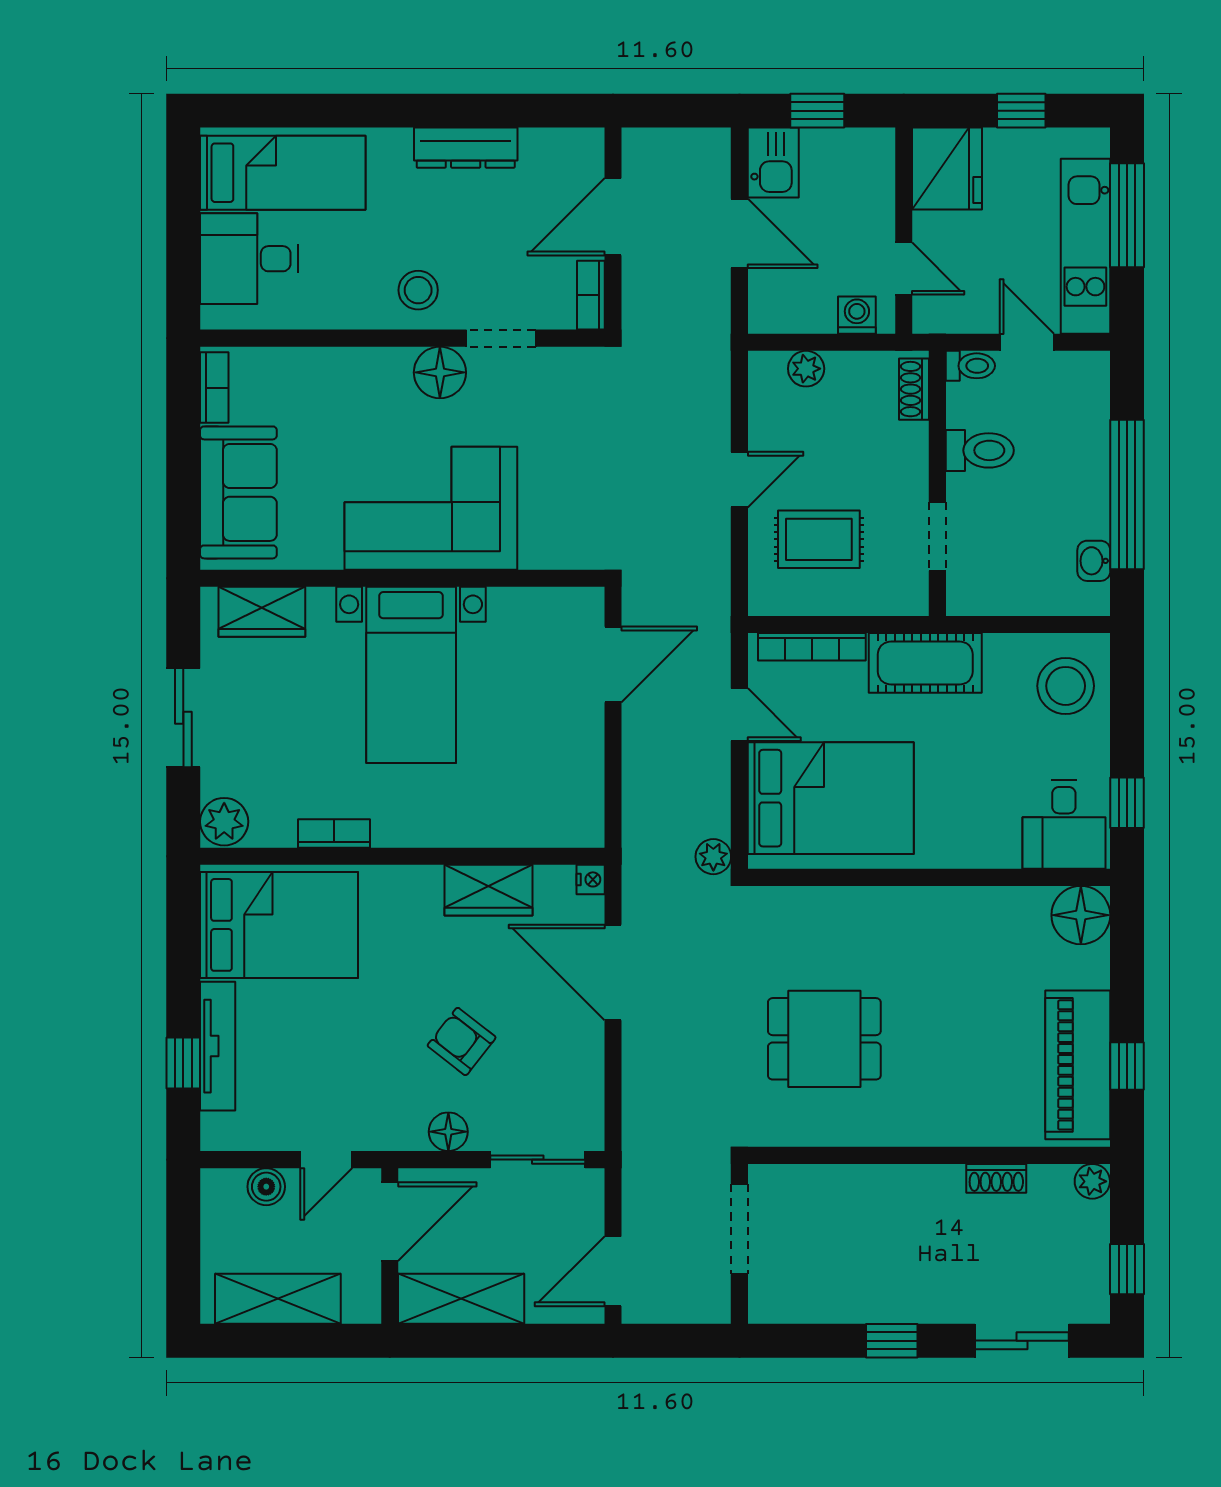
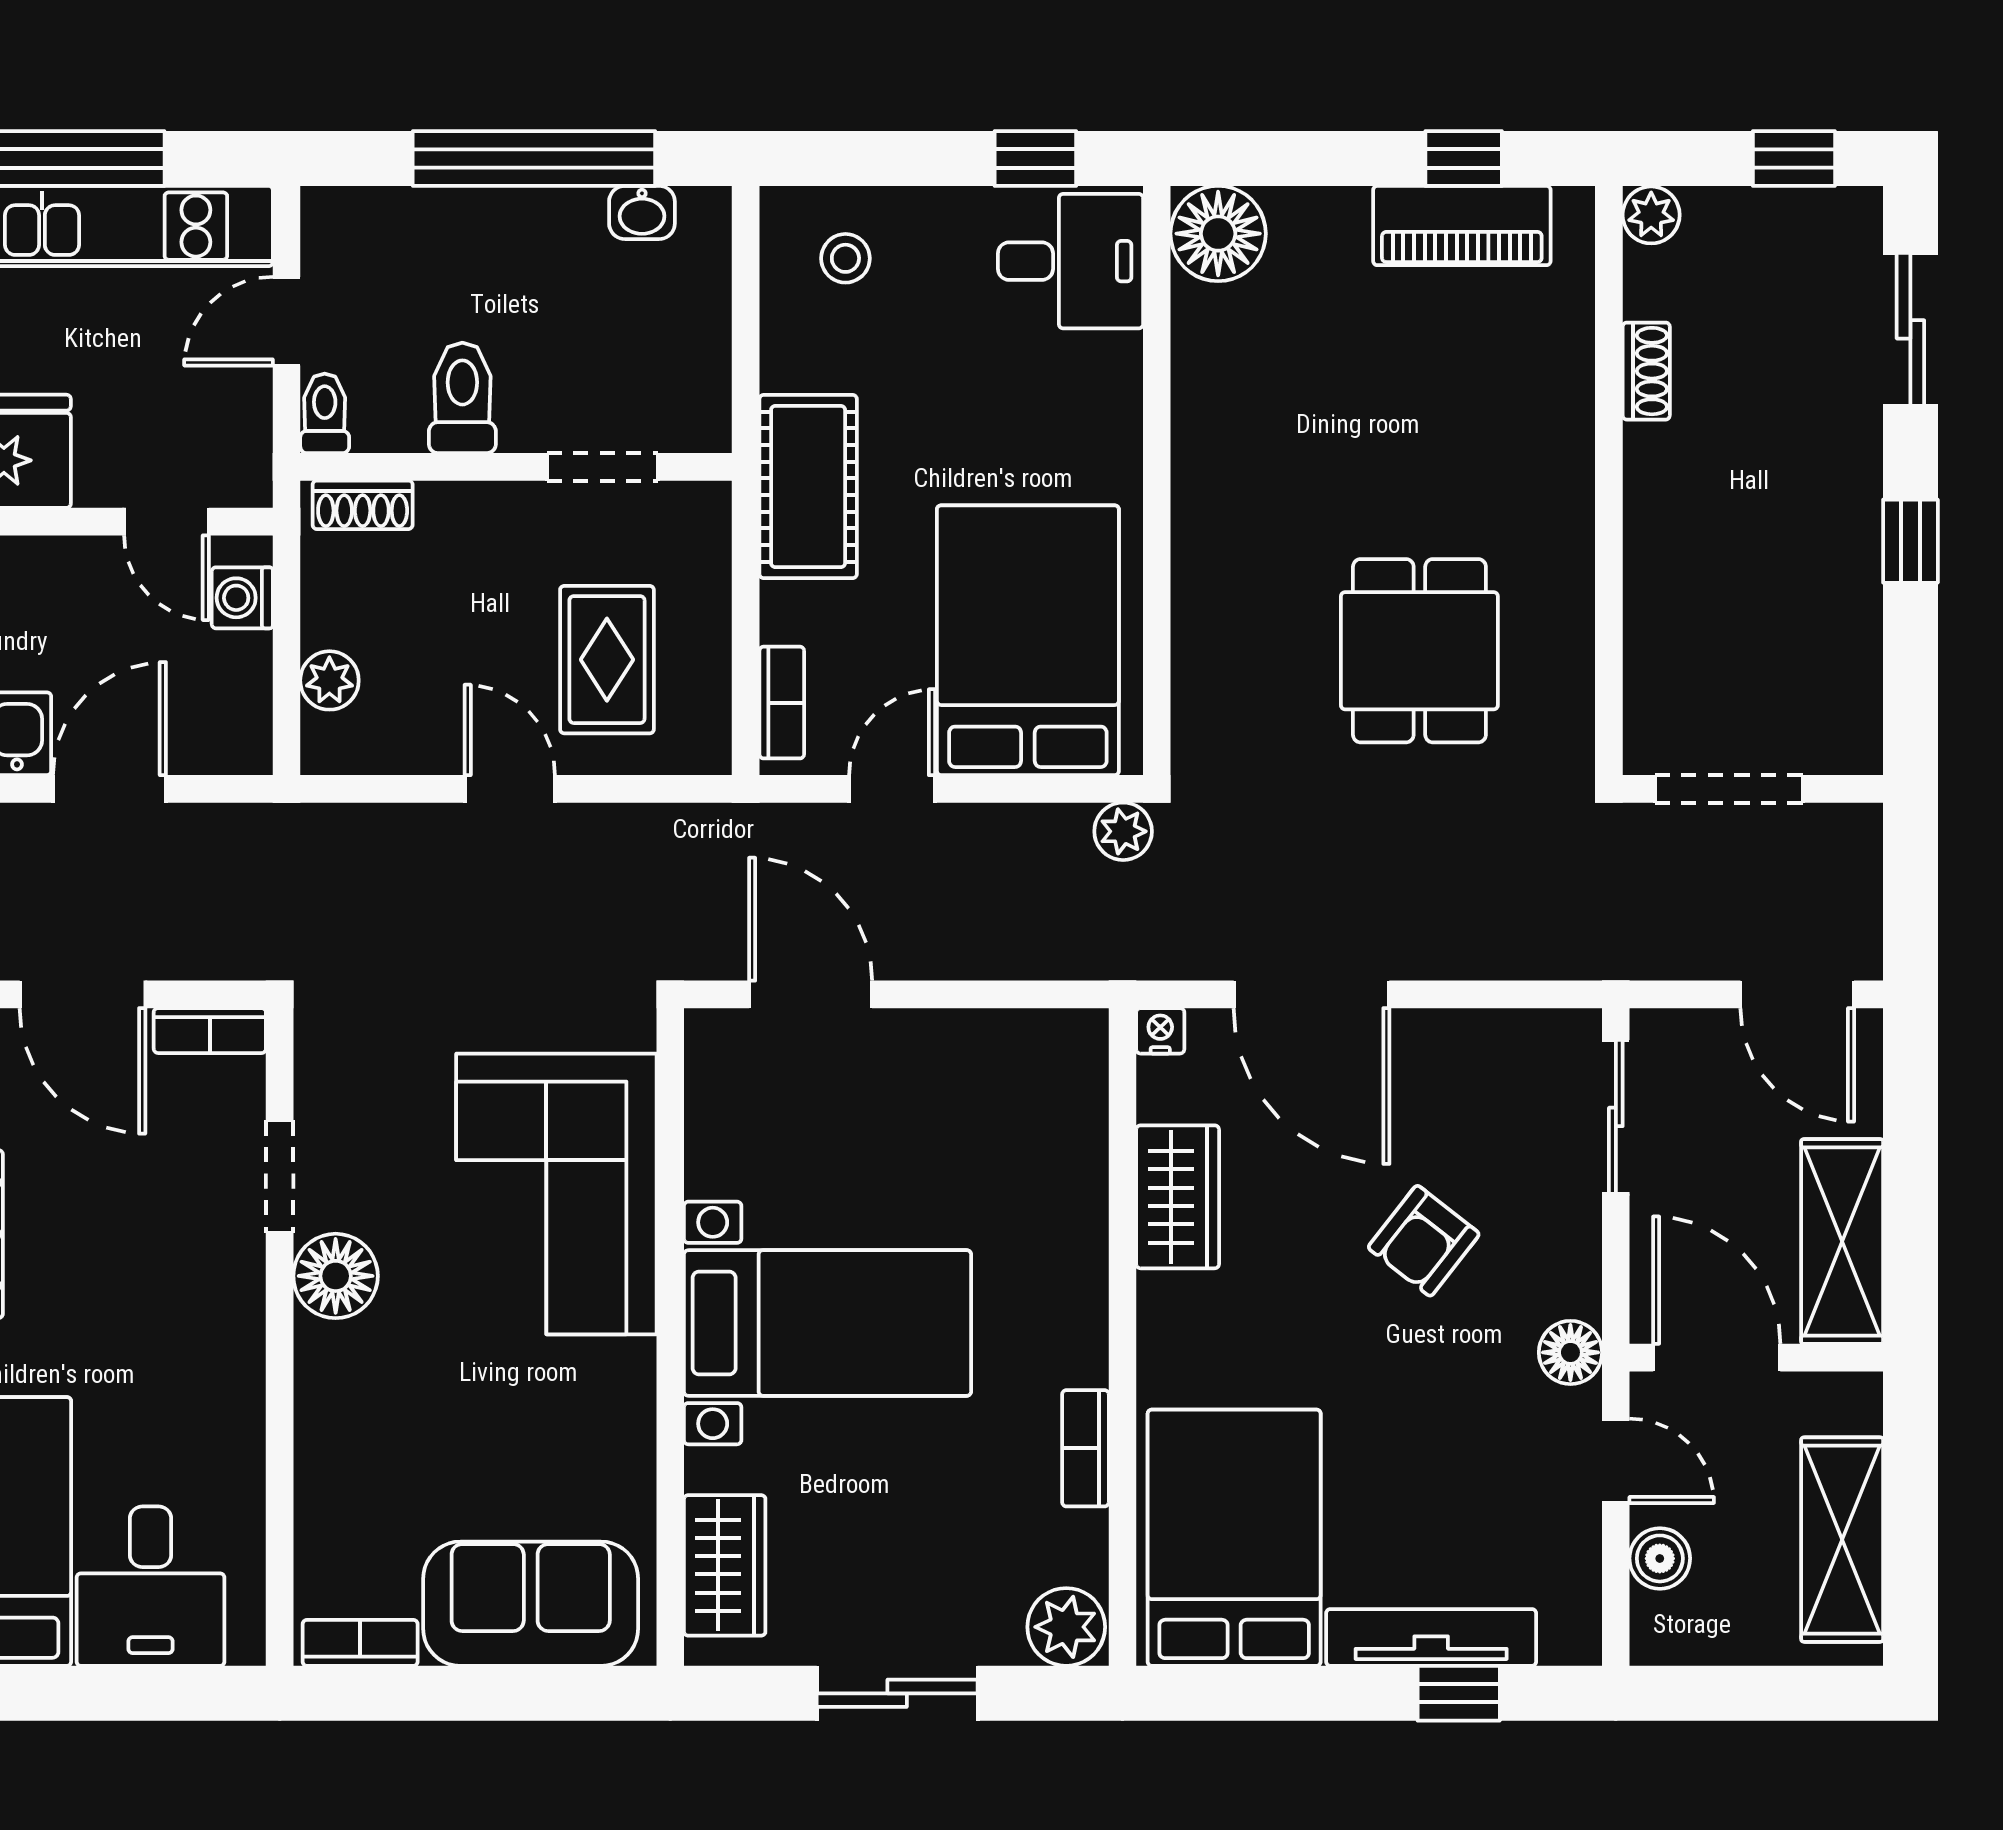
door: (904, 269) -> (166, 522), swing flipped
stool: (418, 290) -> (202, 1311), removed
corner sofa: (431, 508) -> (556, 1194), moved
bookcase: (812, 647) -> (782, 703), width x0.64
stool: (1066, 686) -> (845, 258), width x0.53, depth x0.53
door: (613, 972) -> (1311, 994), hinge flipped
piano: (1078, 1065) -> (1462, 226), width x0.73, depth x0.75
floor lamp: (448, 1132) -> (1570, 1352), moved

